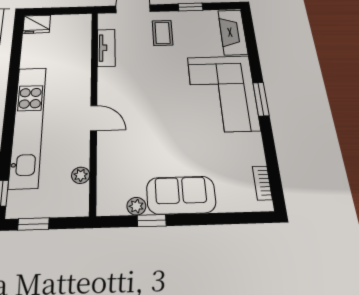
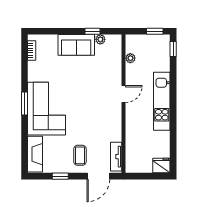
tv unit: (106, 48) -> (116, 157), moved
door: (94, 118) -> (124, 94), swing flipped
kitchen unit: (28, 125) -> (162, 101), width x0.73

